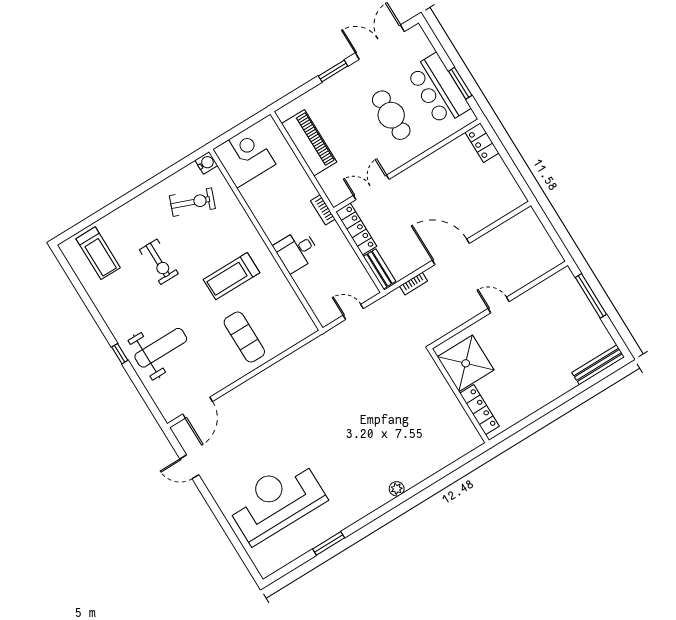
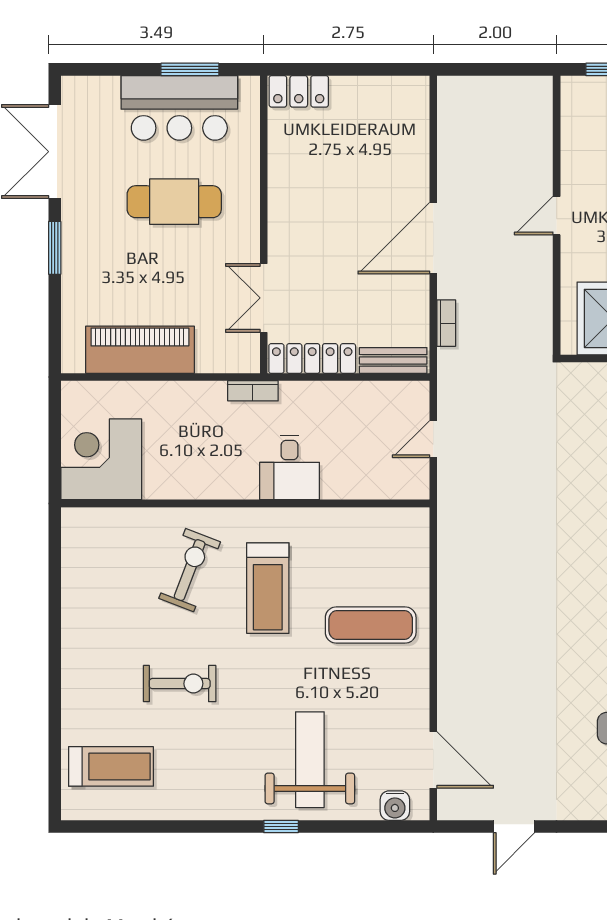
water cooler: (206, 163) -> (395, 806), moved, turned 180
exercise bike: (192, 202) -> (190, 570), moved

